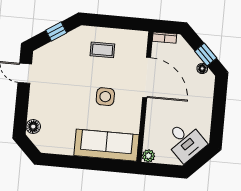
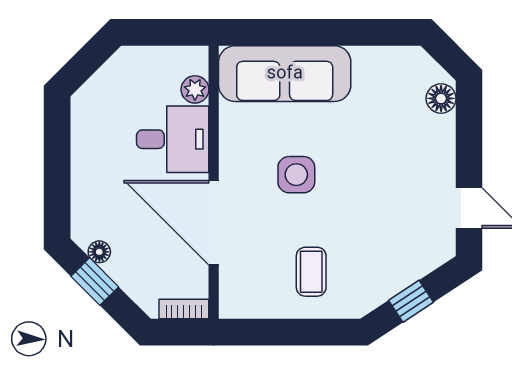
coffee table: (102, 50) -> (311, 272), turned 90
desk: (185, 141) -> (173, 139), moved, turned 135
plant: (148, 156) -> (195, 89), moved

